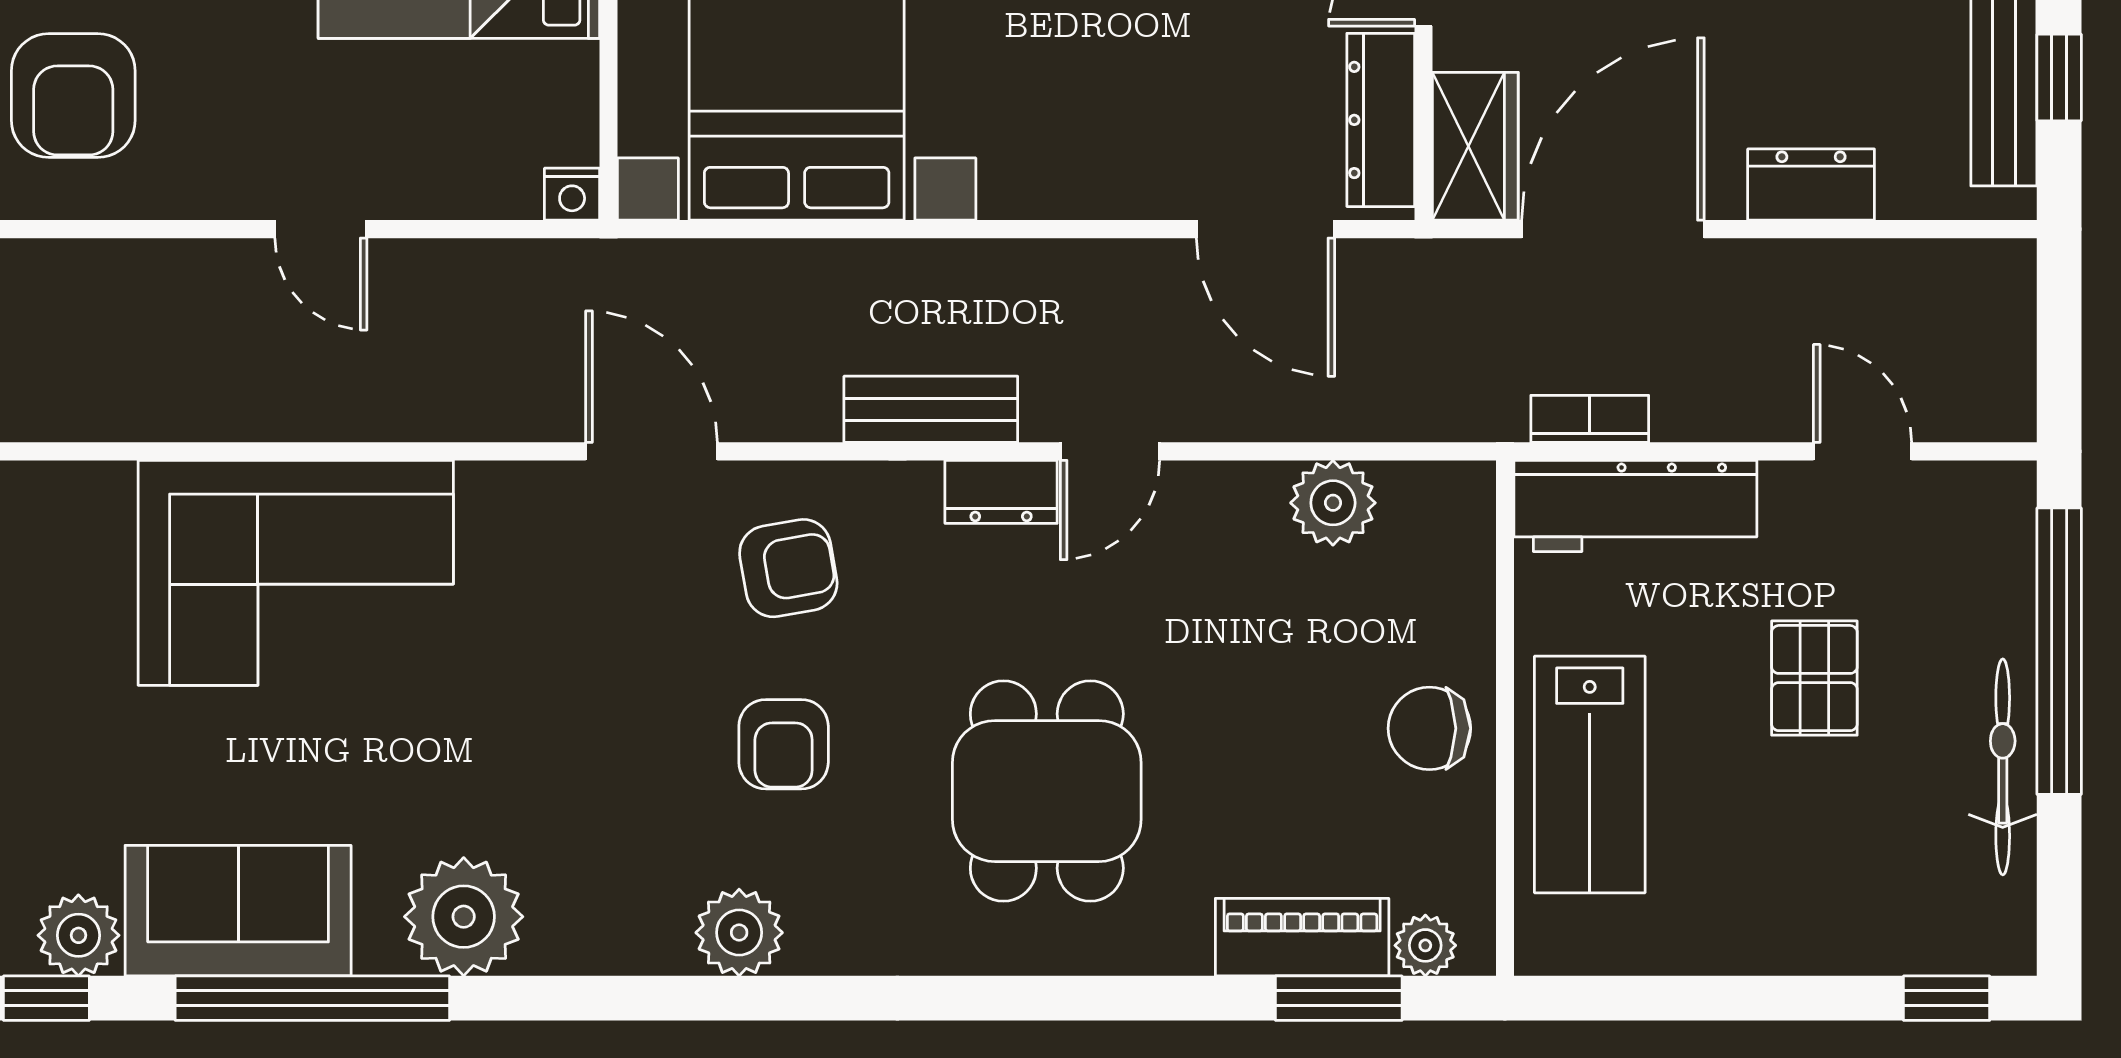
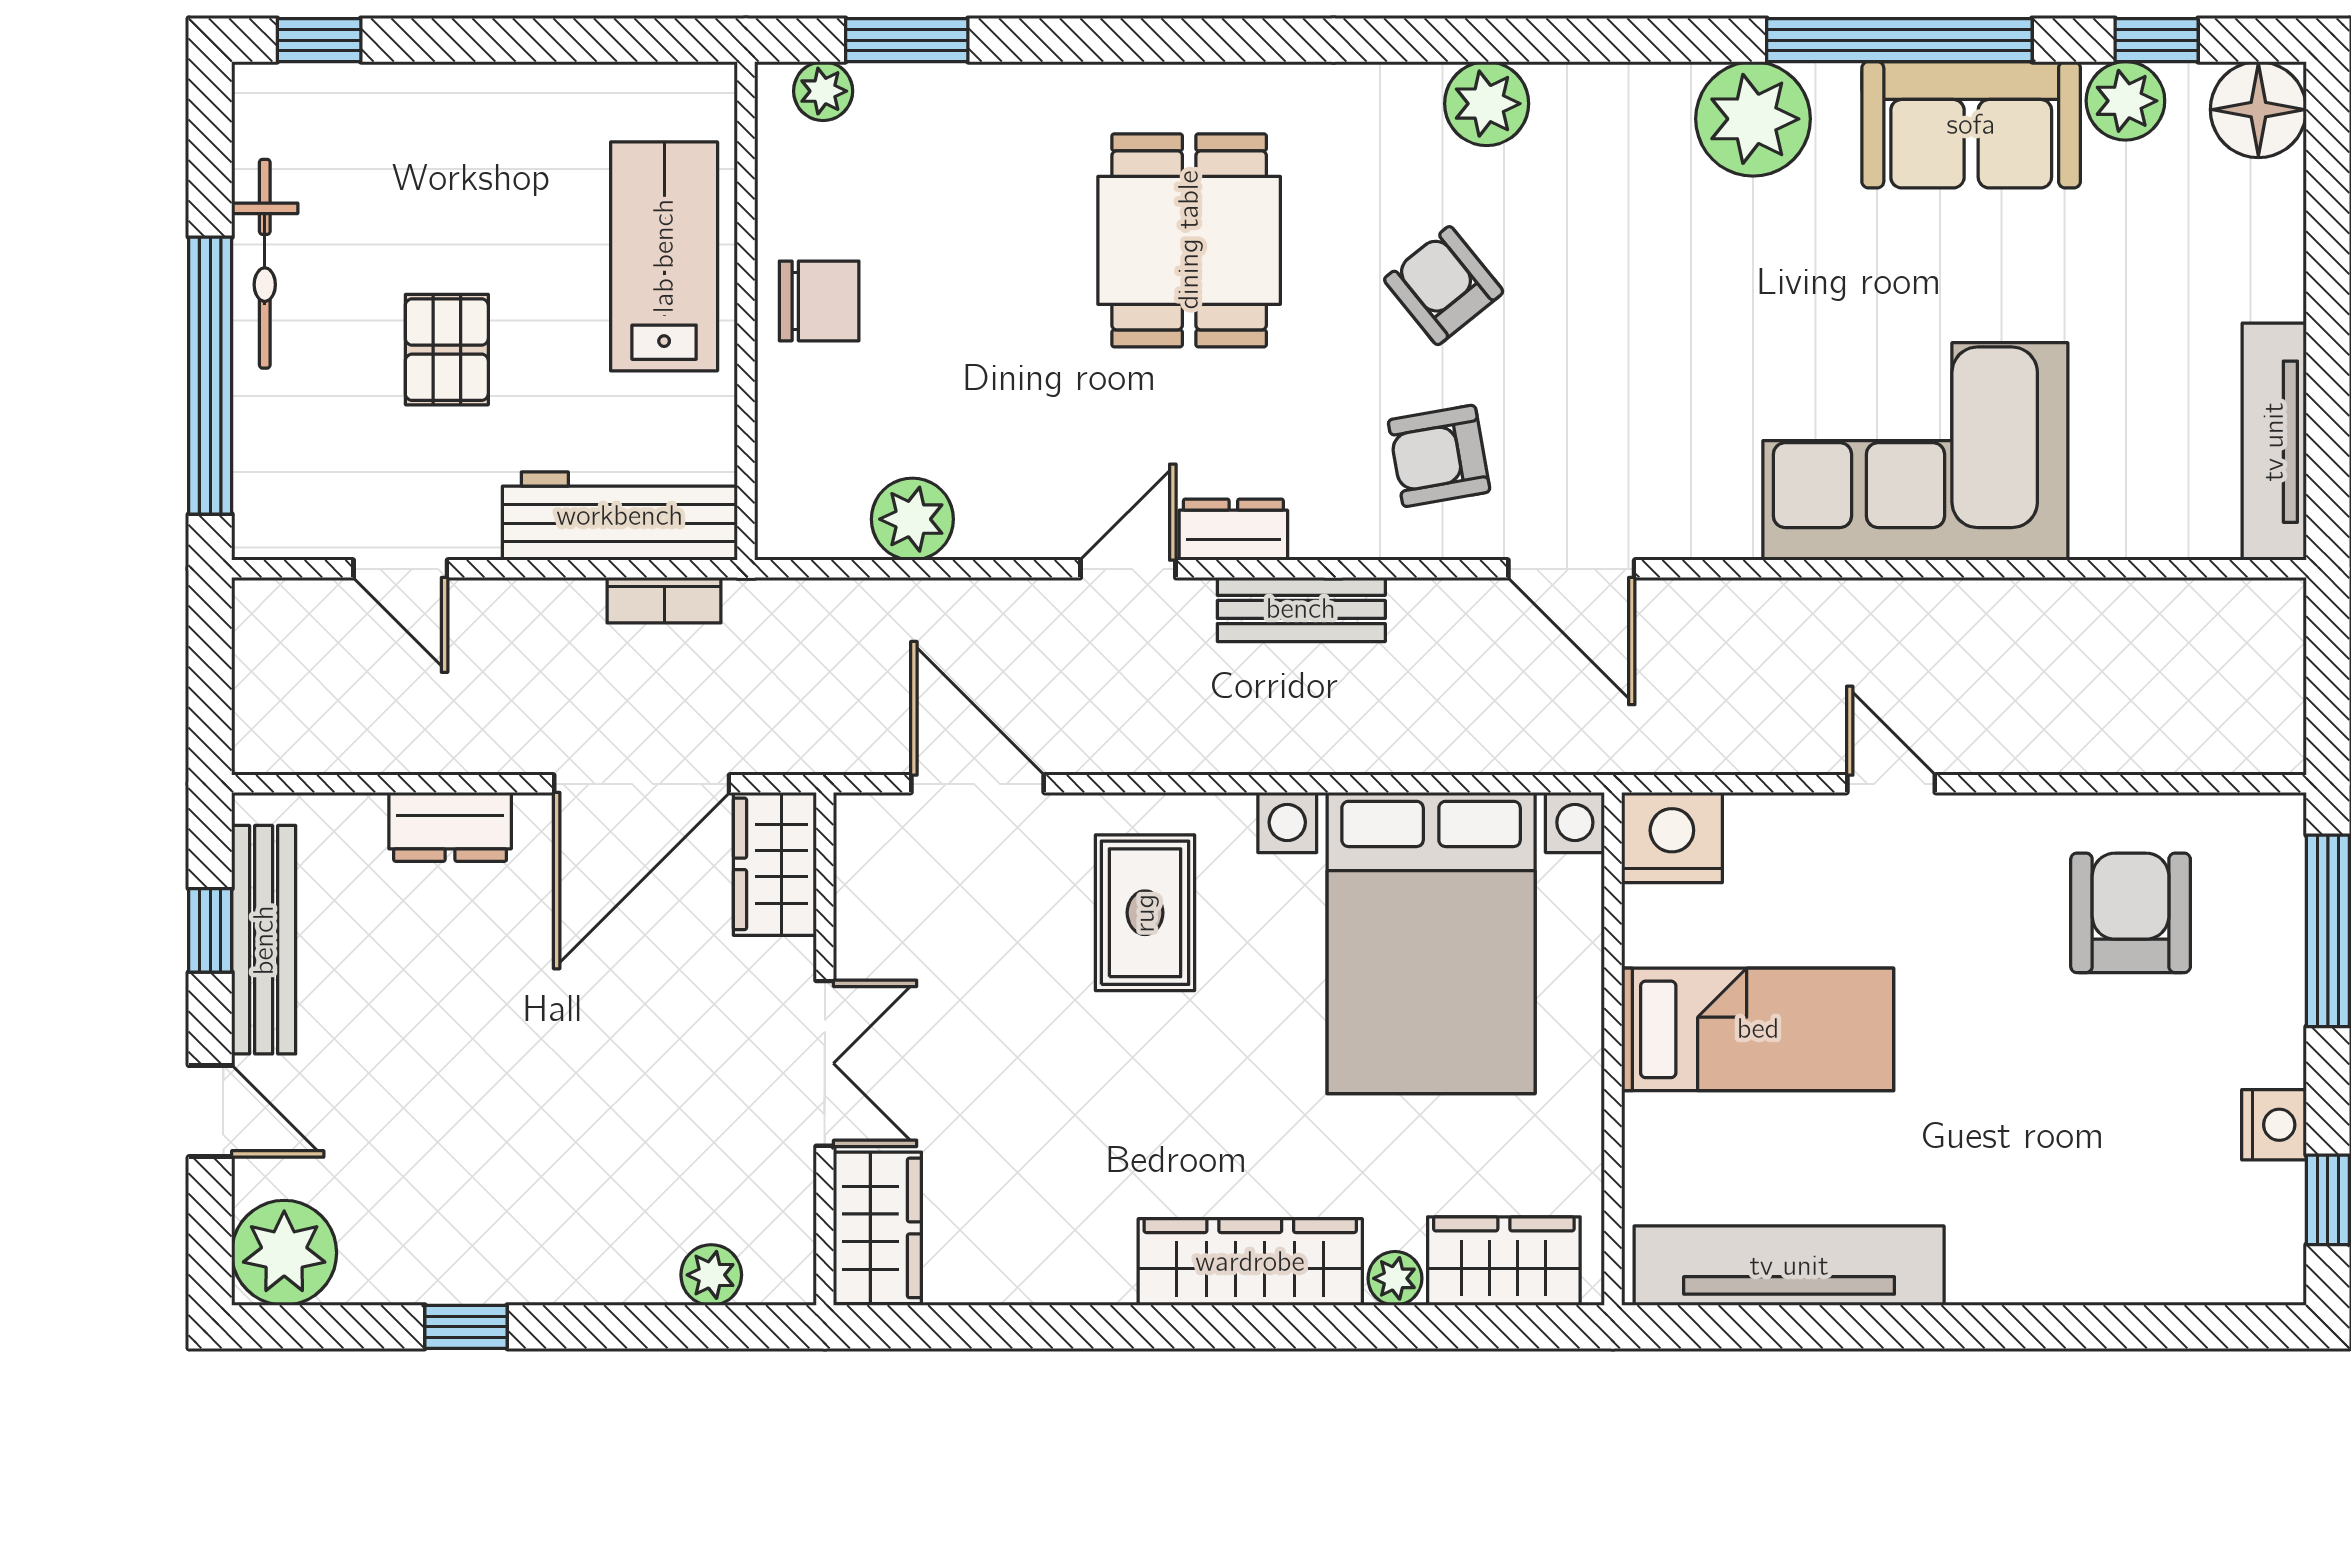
rug: (1092, 96) -> (1145, 913), added
dresser: (1381, 120) -> (866, 889), removed
nightstand: (572, 194) -> (1672, 838), width x1.89, depth x1.79
armchair: (784, 744) -> (1444, 286), turned -39
piano: (1302, 937) -> (942, 99), removed

